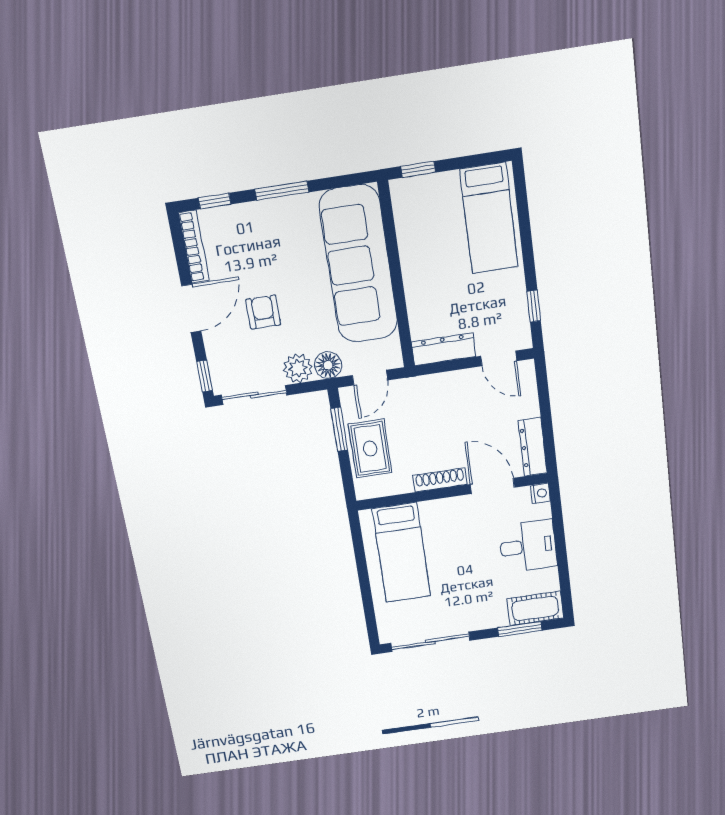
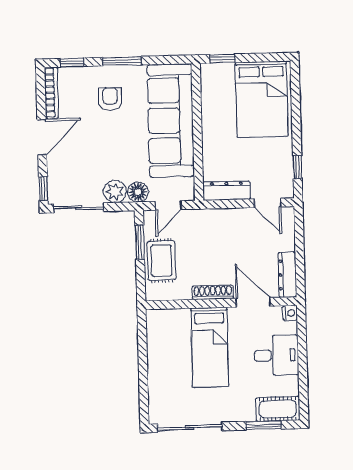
bed: (489, 218) -> (262, 99), width x1.50
armchair: (263, 312) -> (110, 99), moved
bed: (401, 553) -> (210, 347), moved

